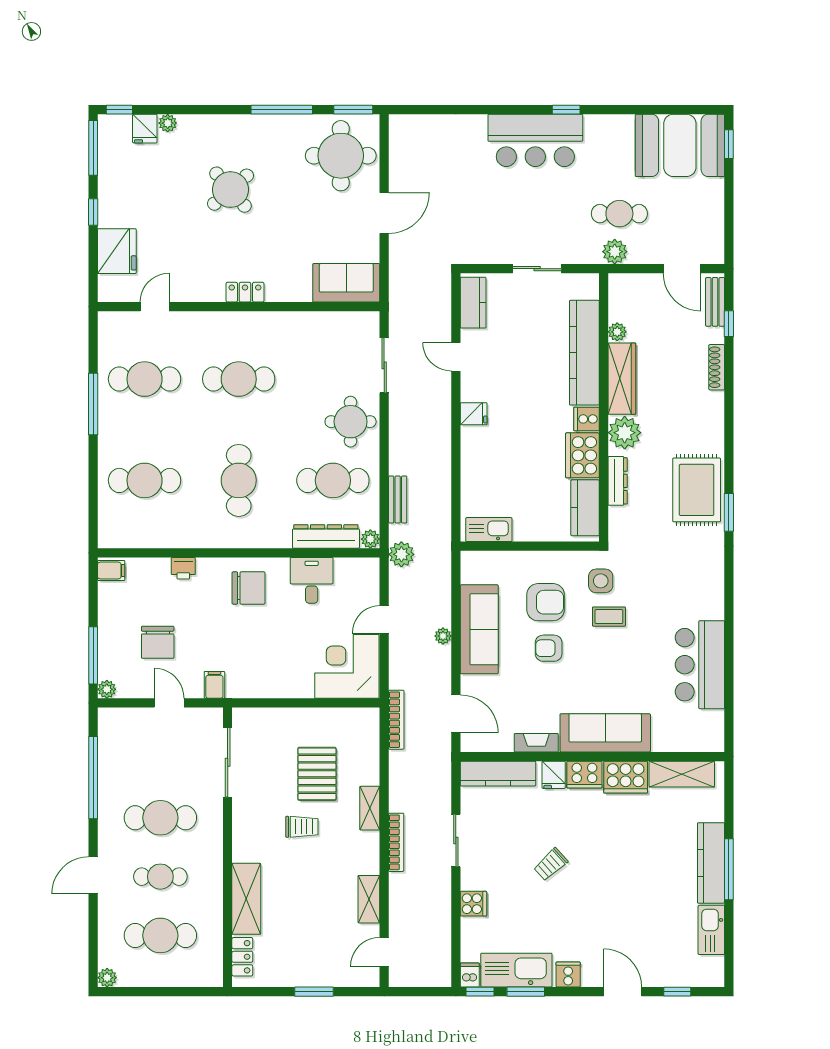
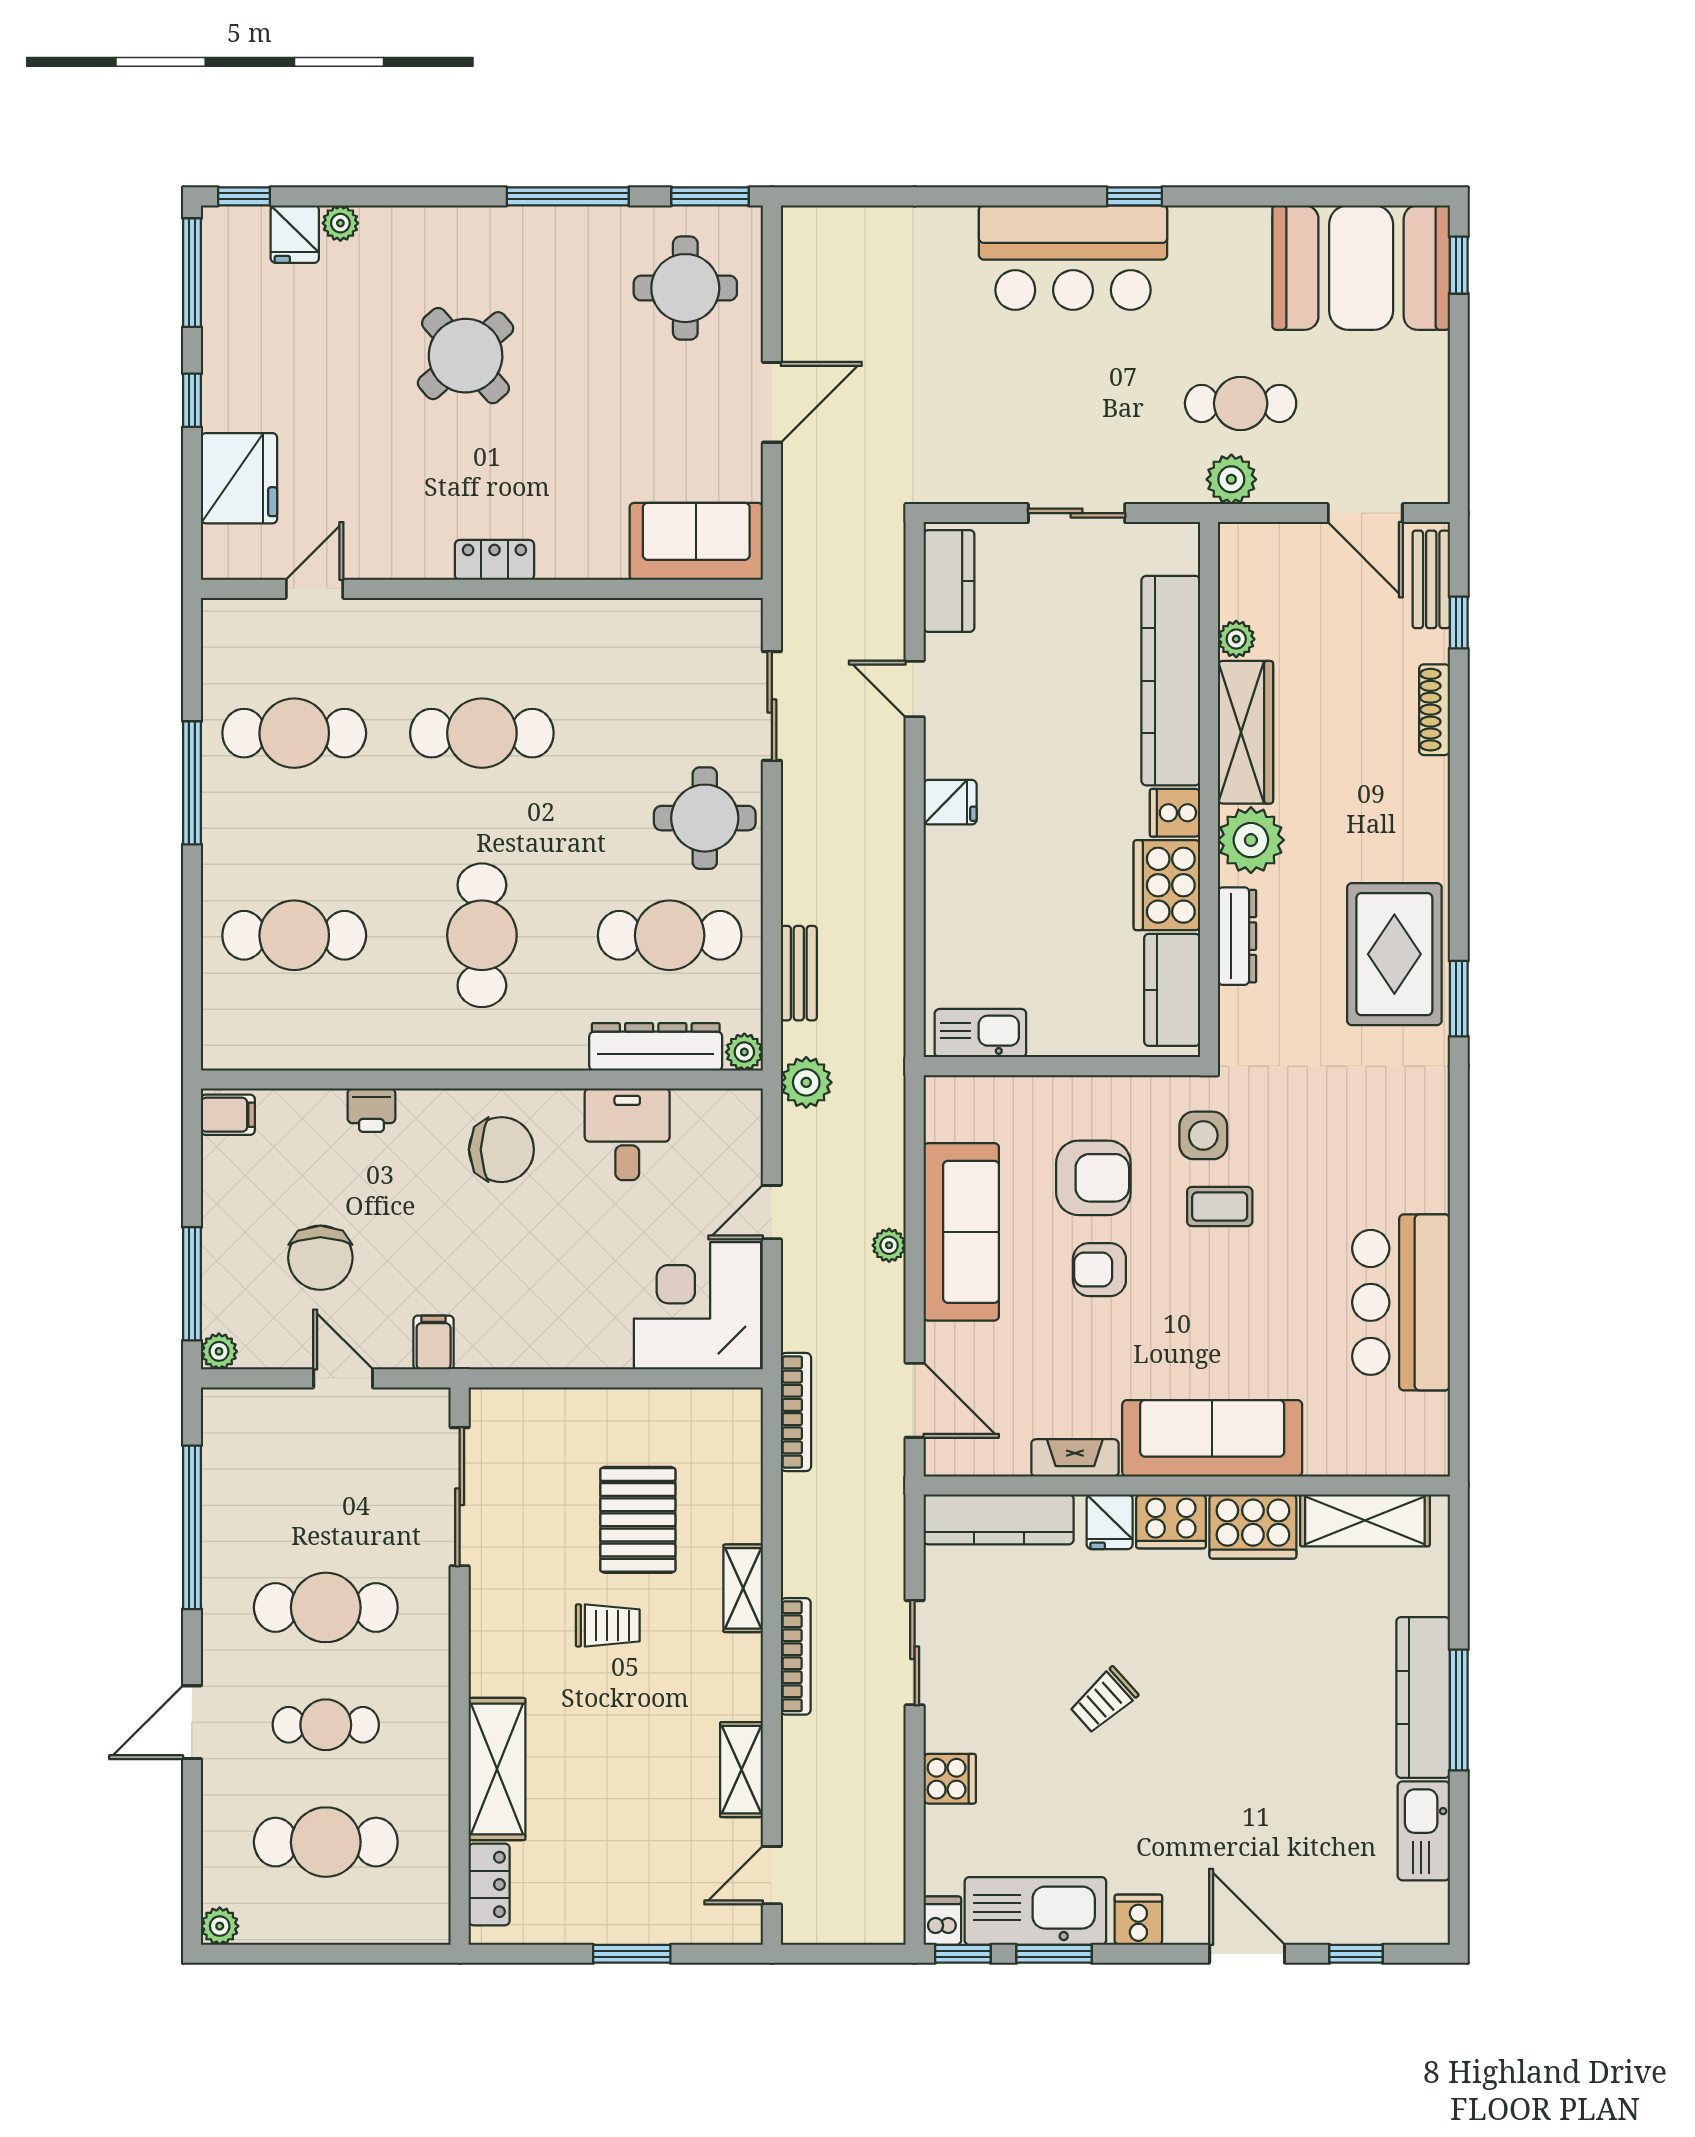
round table: (341, 156) -> (685, 288), width x0.73, depth x0.73

